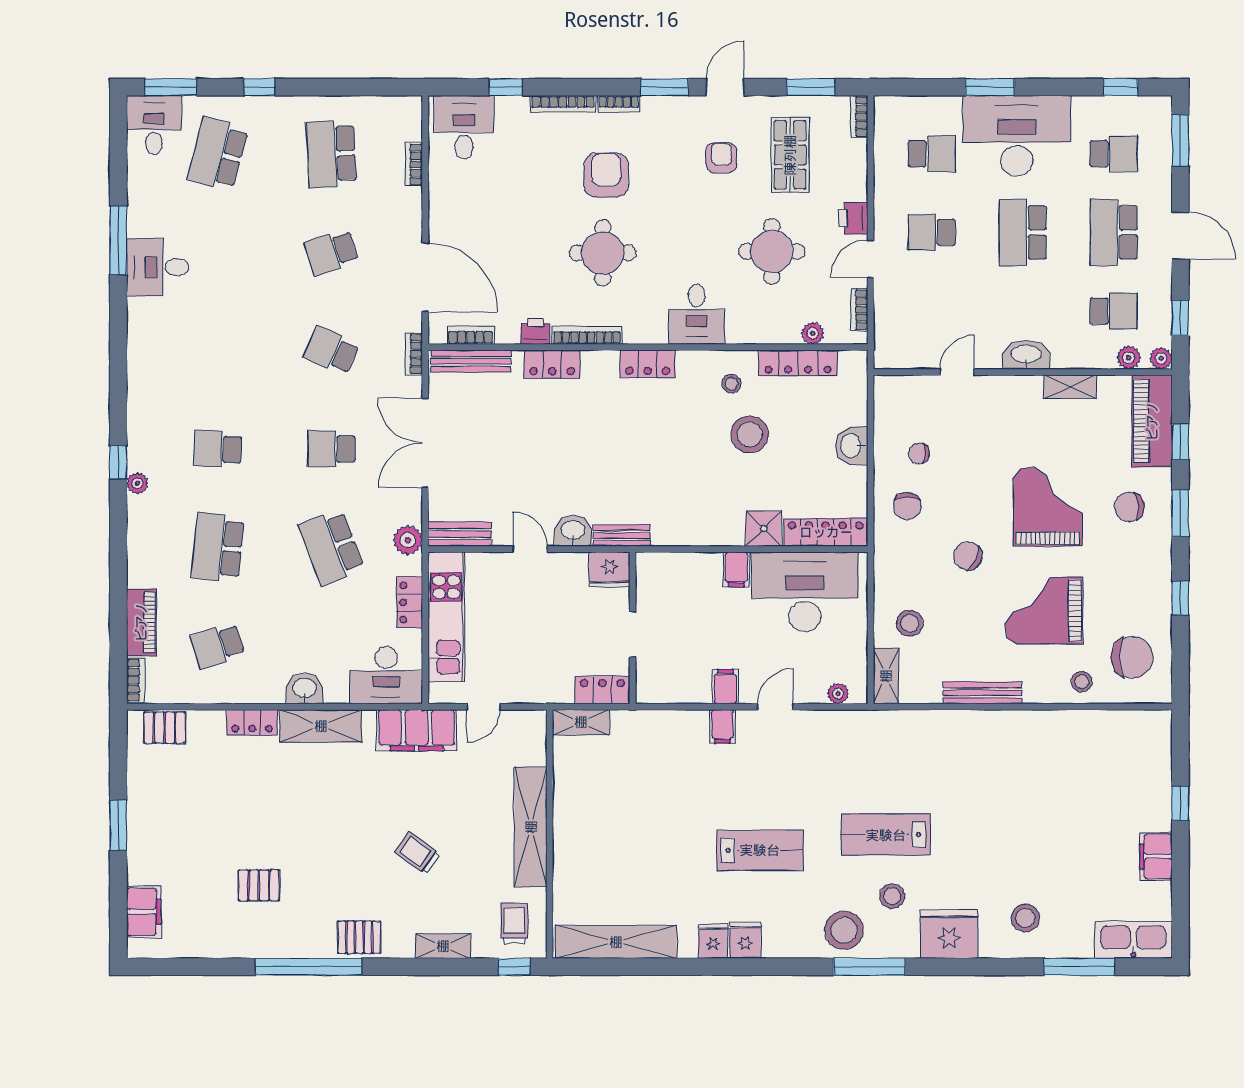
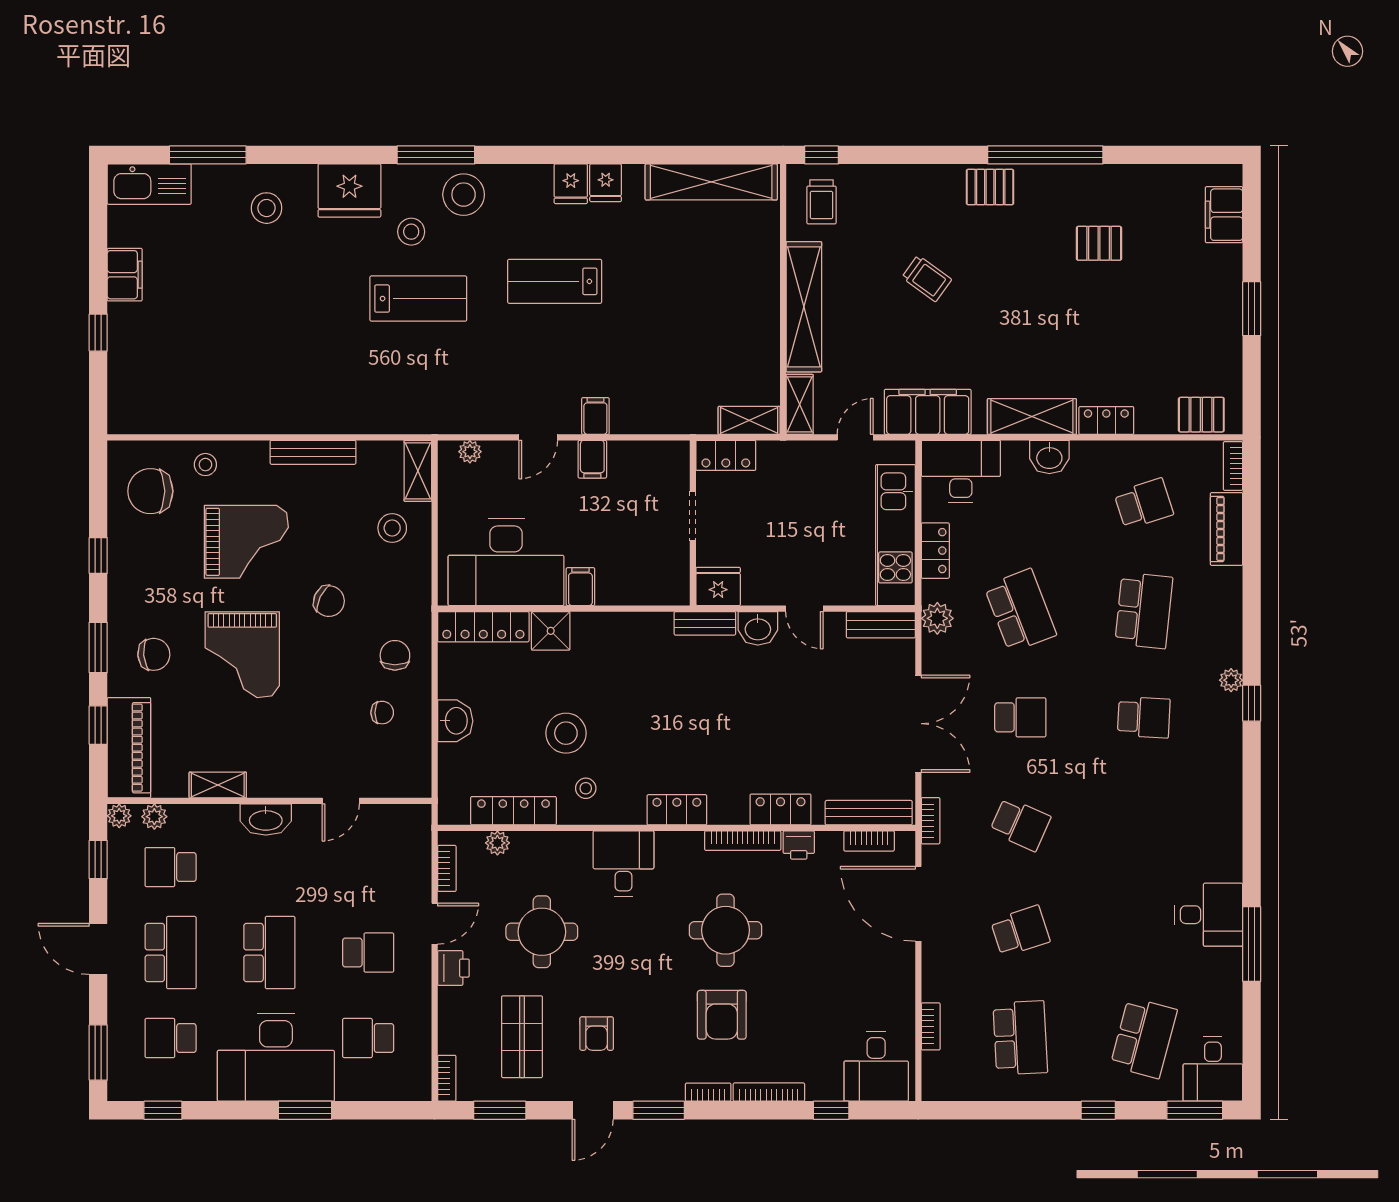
shelving: (443, 946) -> (800, 404), moved, turned 90

